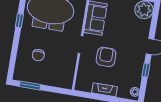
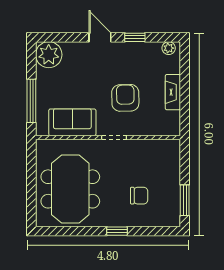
window: (19, 21) -> (117, 231), moved
armchair: (106, 57) -> (125, 98), turned 89

